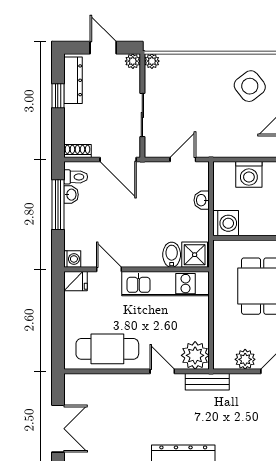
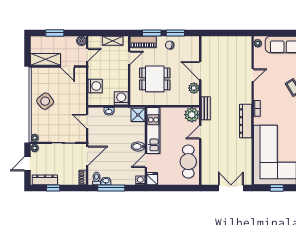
side table: (250, 86) -> (45, 101), moved
bidet: (172, 255) -> (138, 146), moved

